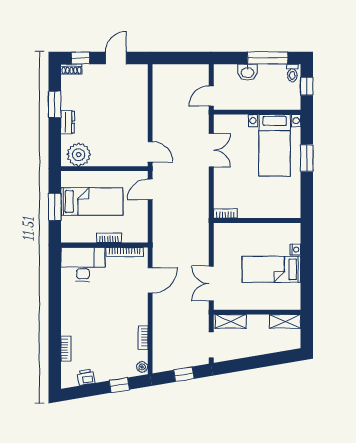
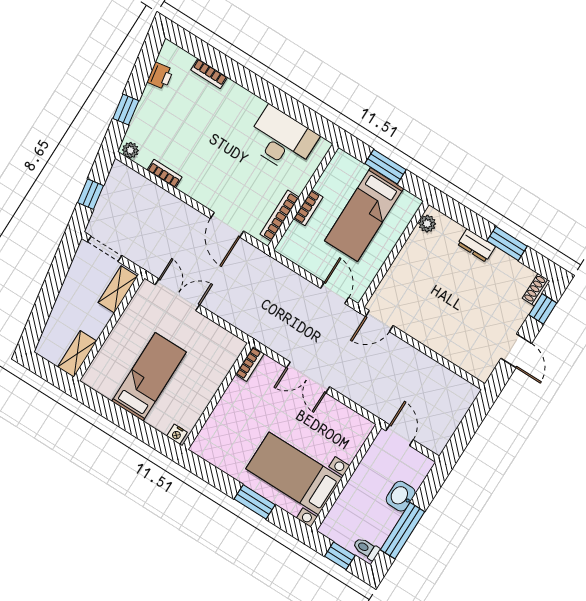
double door: (211, 150) -> (308, 377), moved
plant: (79, 155) -> (427, 224), width x0.53, depth x0.53
nightstand: (295, 250) -> (177, 434), moved
desk: (83, 264) -> (282, 140), moved, turned -90

